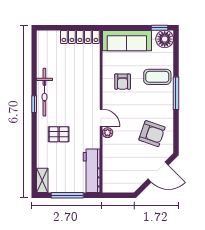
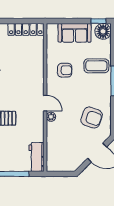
sofa: (127, 41) -> (75, 33), width x0.73
armchair: (123, 82) -> (65, 70), turned -90
workbench: (92, 171) -> (36, 157), width x0.73

